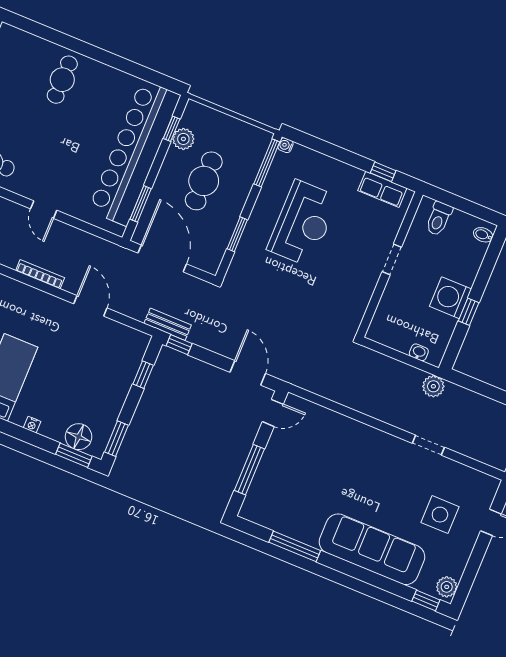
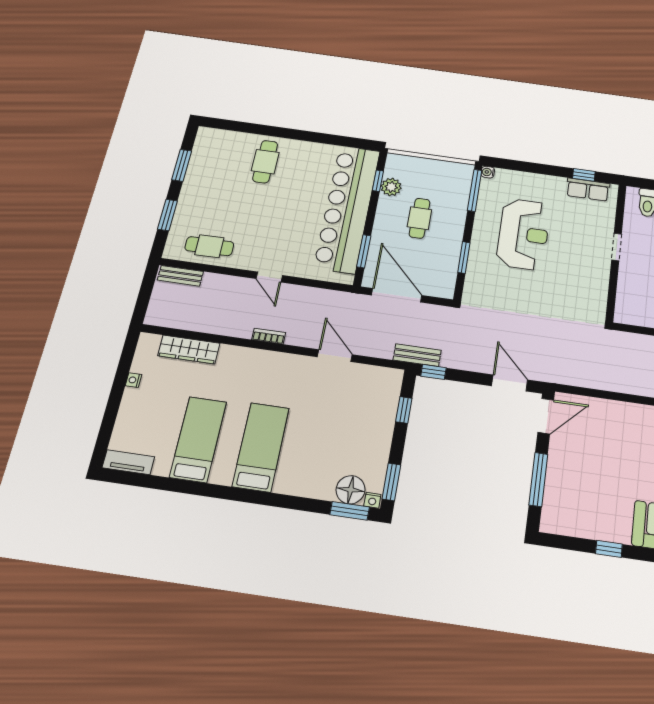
cafe table: (204, 181) -> (420, 218), width x0.73, depth x0.74
bookcase: (40, 274) -> (269, 336), width x0.64
door: (273, 413) -> (546, 416), width x1.38
nightstand: (32, 425) -> (372, 500), moved
window: (295, 546) -> (609, 549), width x0.46

